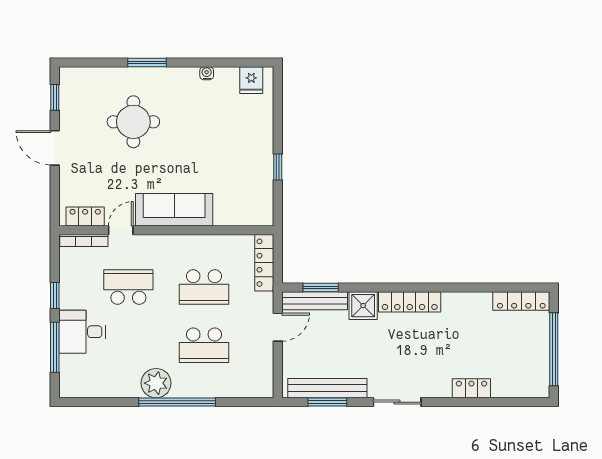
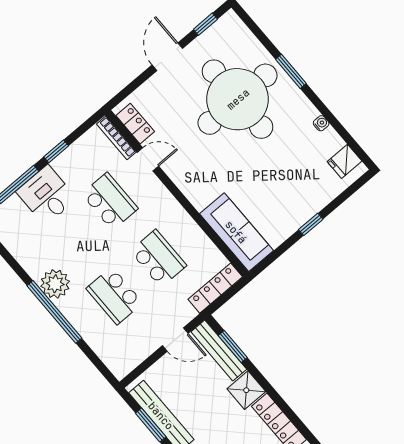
round table: (133, 122) -> (238, 99), width x1.86, depth x1.86
window: (278, 167) -> (311, 224), moved
sofa: (174, 210) -> (236, 232), moved
school desk: (204, 287) -> (158, 258), turned 180

